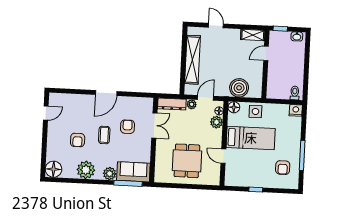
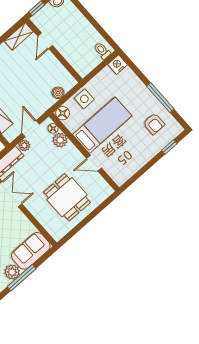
boiler: (239, 88) -> (58, 93), width x0.54, depth x0.54
window: (128, 183) -> (22, 278), moved
window: (256, 190) -> (169, 147), moved

